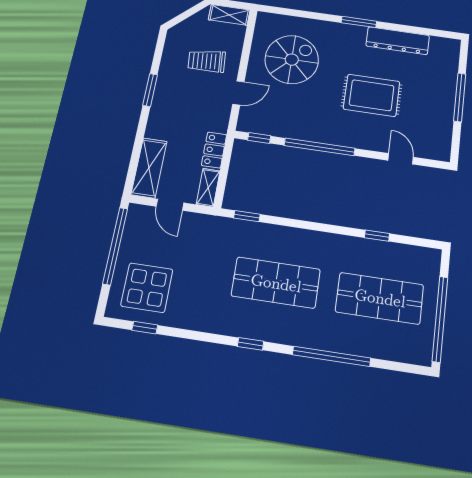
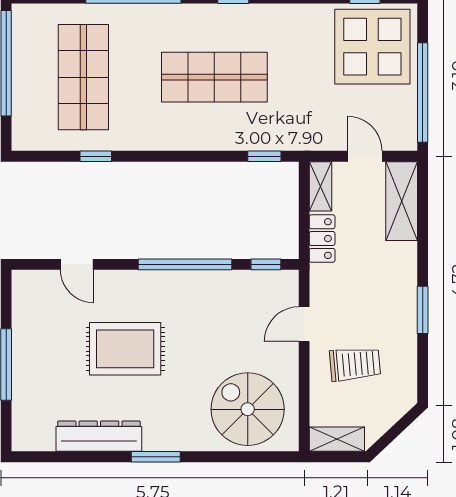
spiral stairs: (292, 60) -> (248, 409), moved, turned 90
display table: (147, 288) -> (372, 47), width x1.36, depth x1.36
shop shelf: (380, 298) -> (83, 77), turned 90

